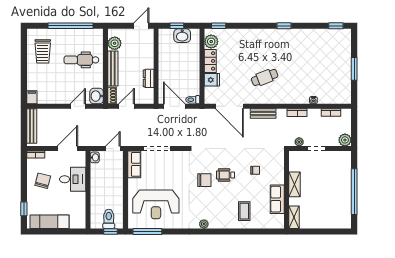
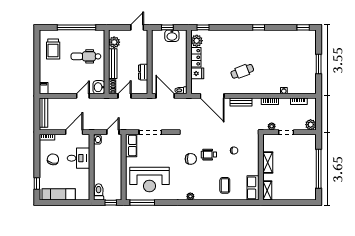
row of seats: (277, 199) -> (253, 188), moved
toilet: (109, 219) -> (99, 192), moved

